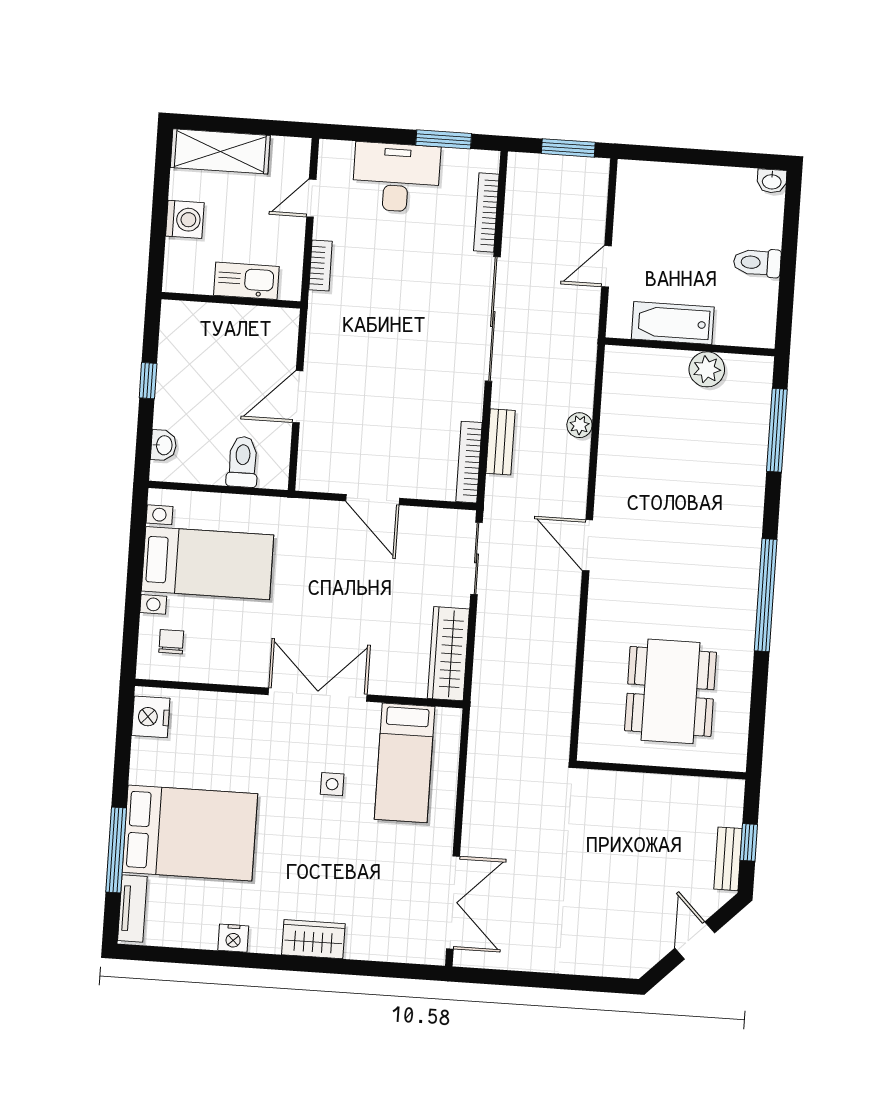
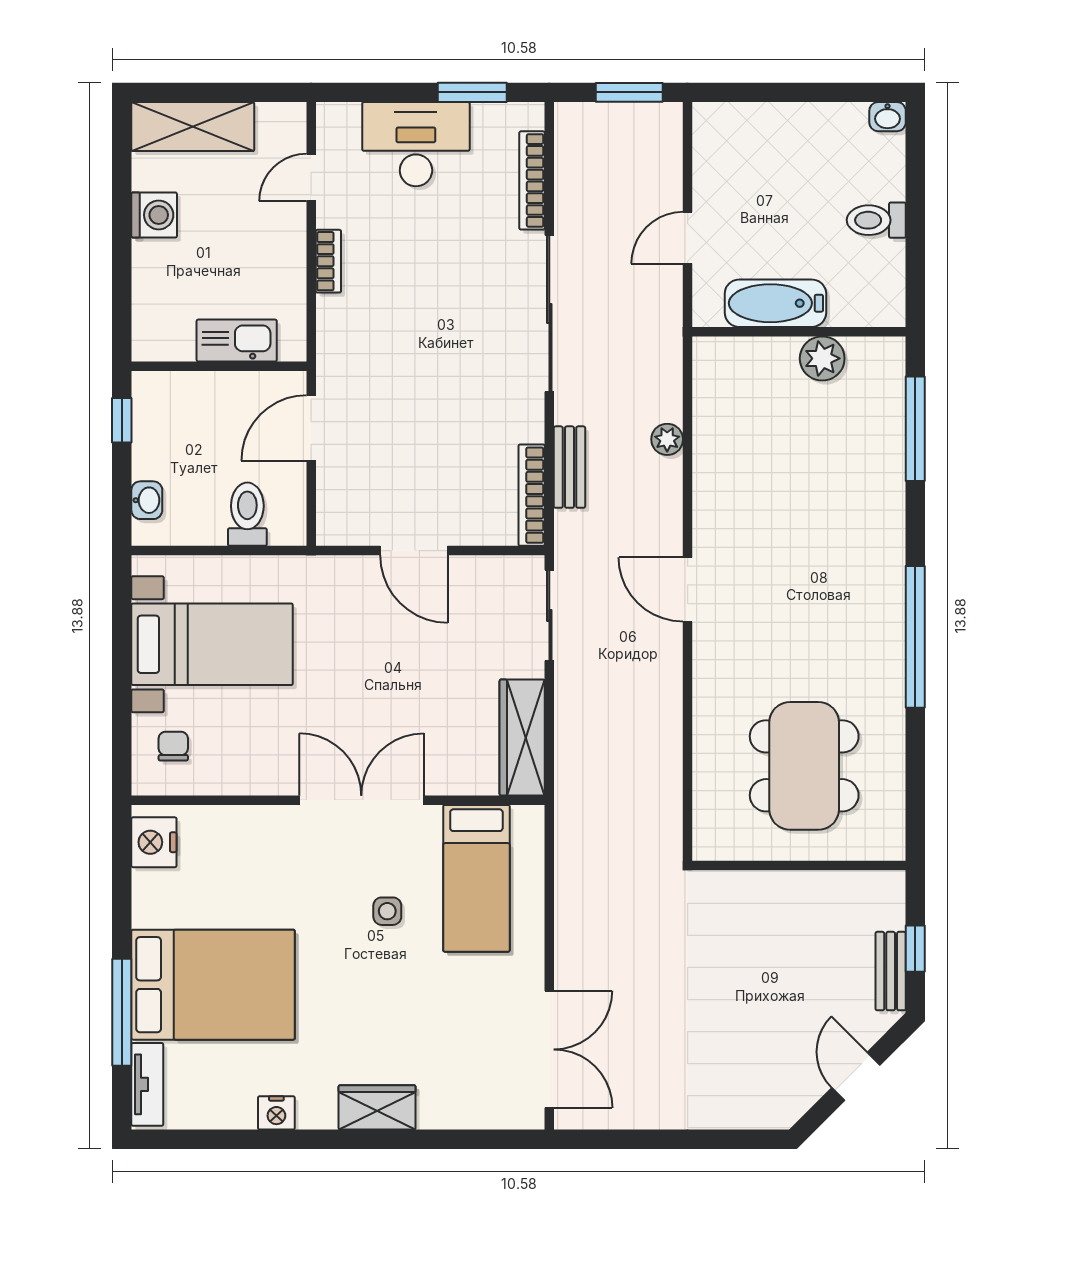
kitchen sink: (246, 281) -> (237, 341), moved
wall: (231, 300) -> (219, 366), moved

